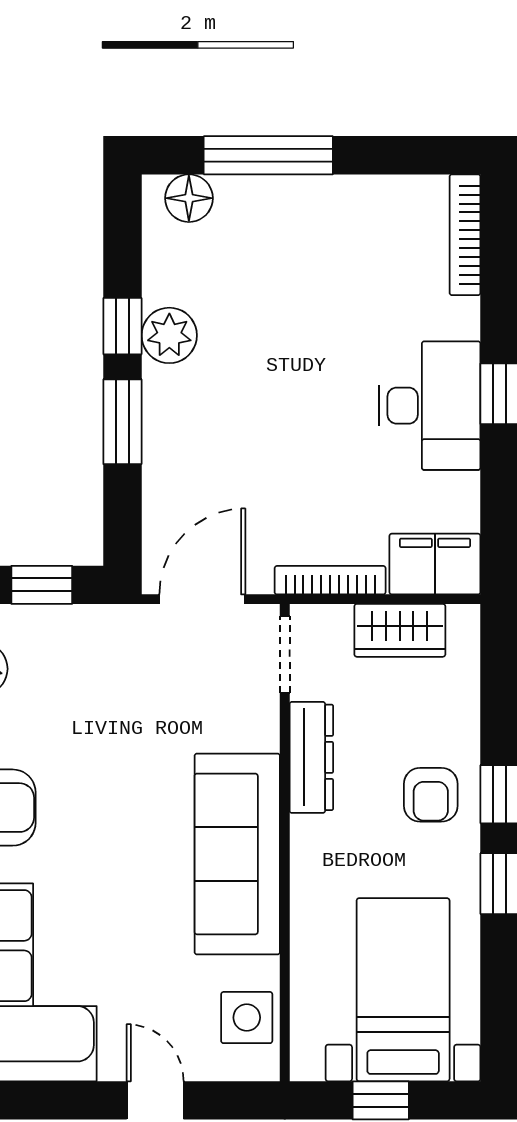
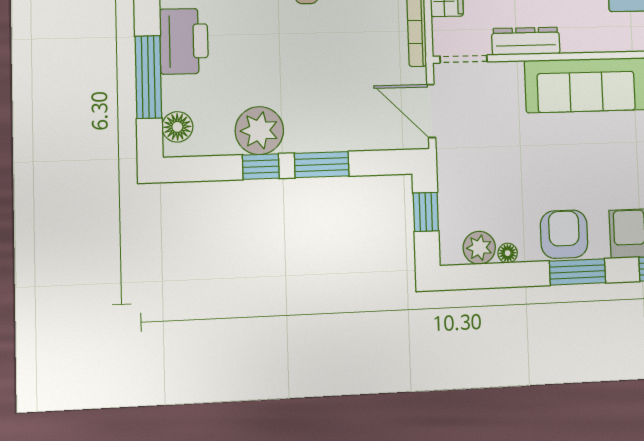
printer: (323, 211) -> (184, 41), added
plant: (169, 335) -> (259, 131), width x1.36, depth x1.36

